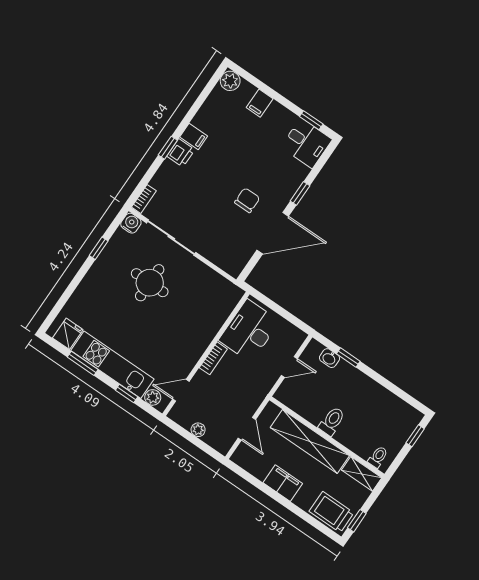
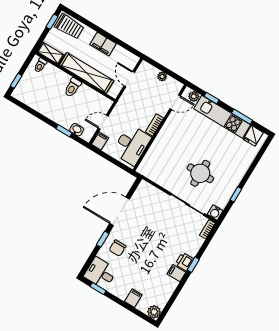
chair: (247, 200) -> (117, 248), moved
filing cabinet: (296, 339) -> (100, 141), added

